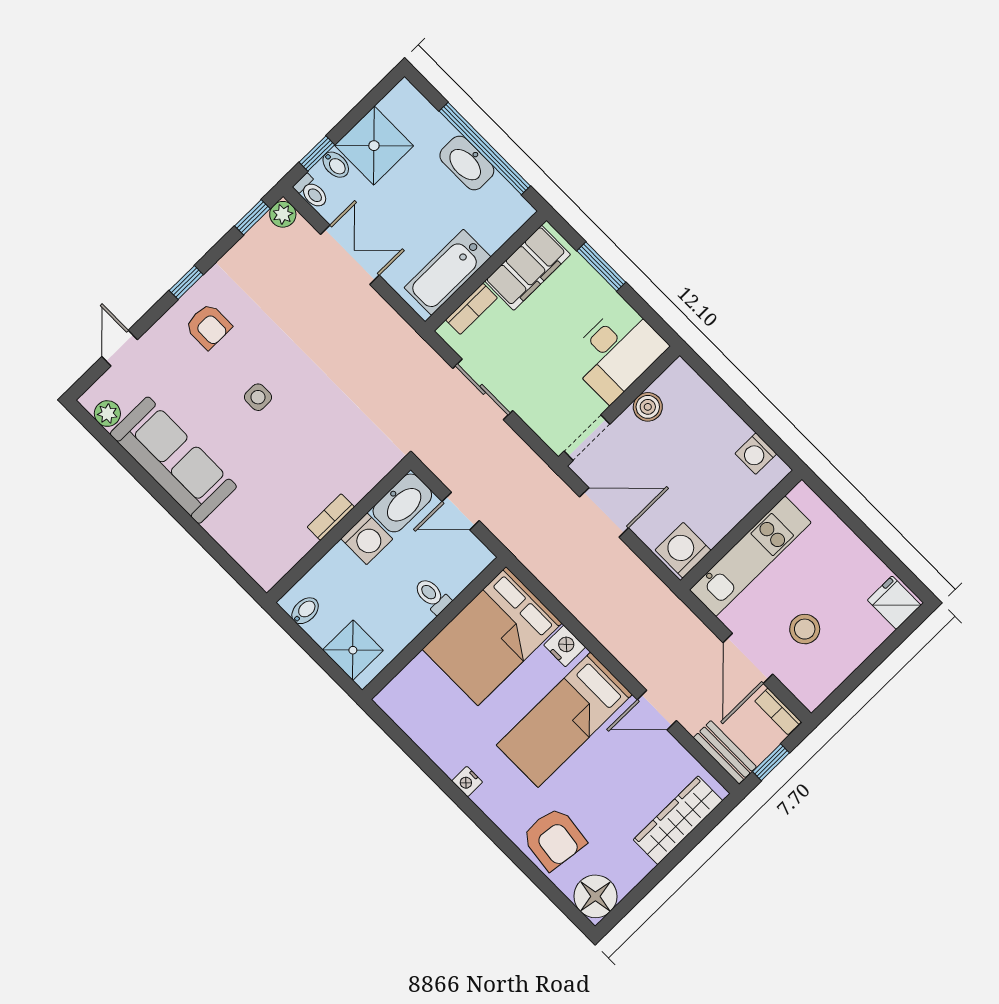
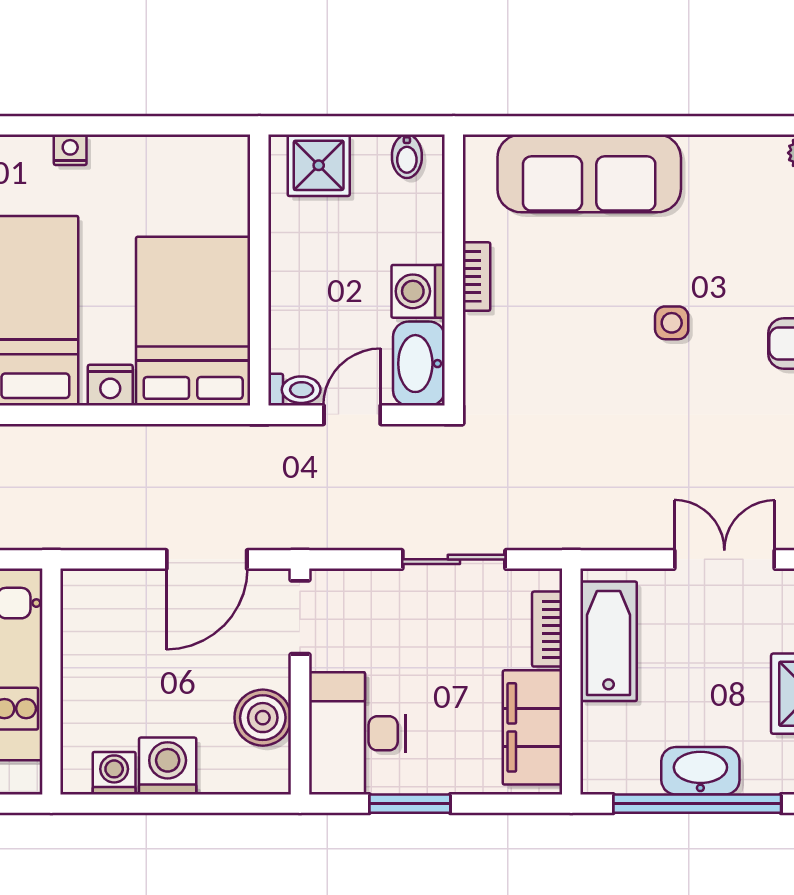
double door: (350, 255) -> (724, 559), swing flipped
window: (601, 266) -> (410, 804), moved
boiler: (648, 407) -> (263, 718), width x1.36, depth x1.36
sofa: (173, 460) -> (589, 173), moved
washing machine: (683, 550) -> (168, 766), moved, turned -90
toilet: (432, 596) -> (294, 390), moved

